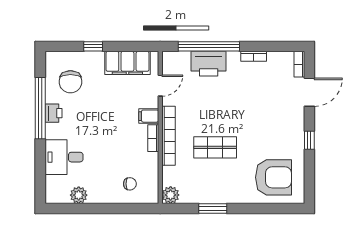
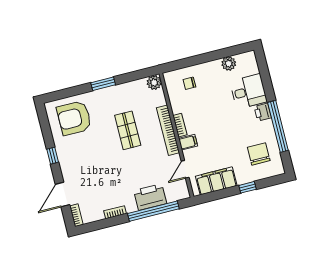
printer: (53, 113) -> (263, 112), moved
shop shelf: (215, 147) -> (128, 130), turned 90
window: (213, 209) -> (103, 84), moved

